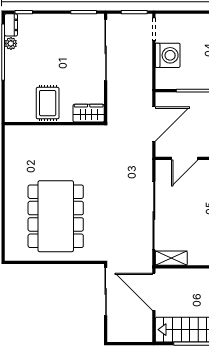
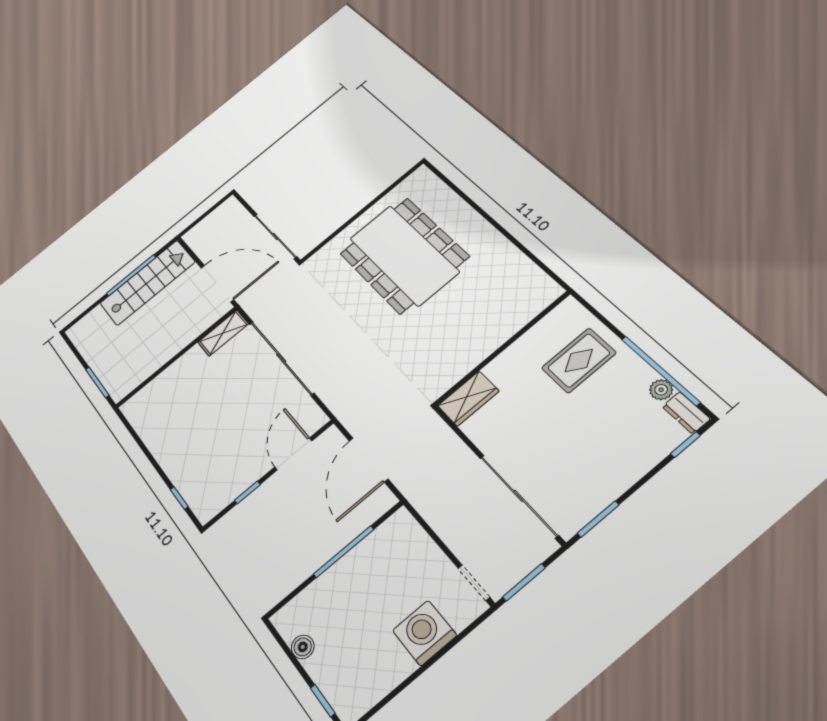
washing machine: (168, 55) -> (424, 633), moved, turned 90
rug: (48, 103) -> (579, 360), moved, turned 90

